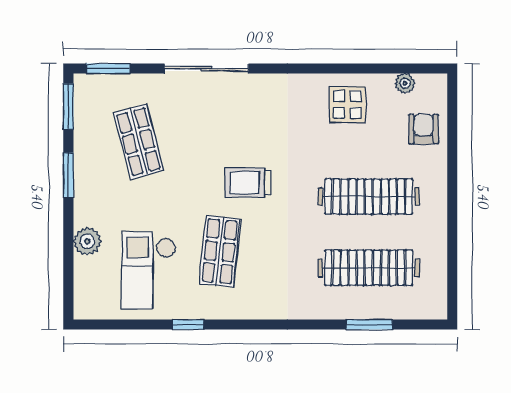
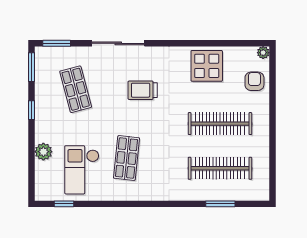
plant: (405, 83) -> (263, 53), moved
display table: (347, 105) -> (207, 66), width x1.36, depth x1.36
window: (68, 175) -> (32, 110), width x0.67
trolley: (248, 183) -> (143, 90), moved
window: (188, 325) -> (64, 204), moved

